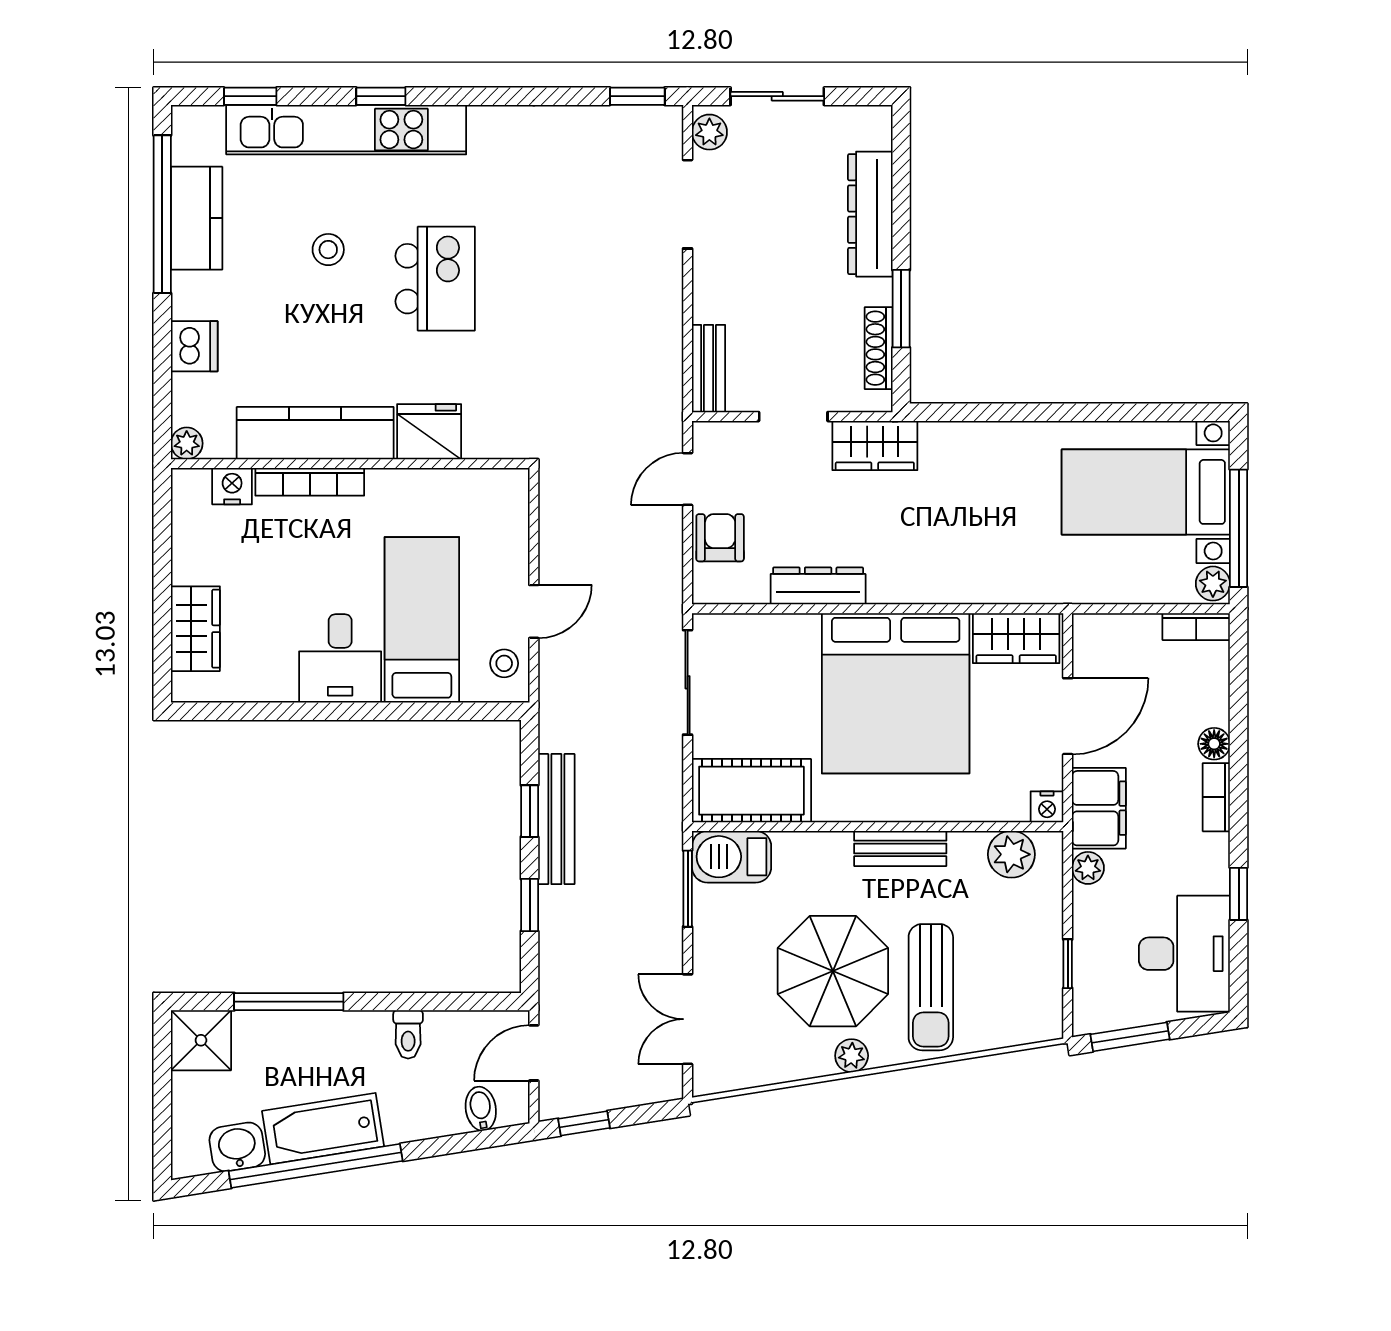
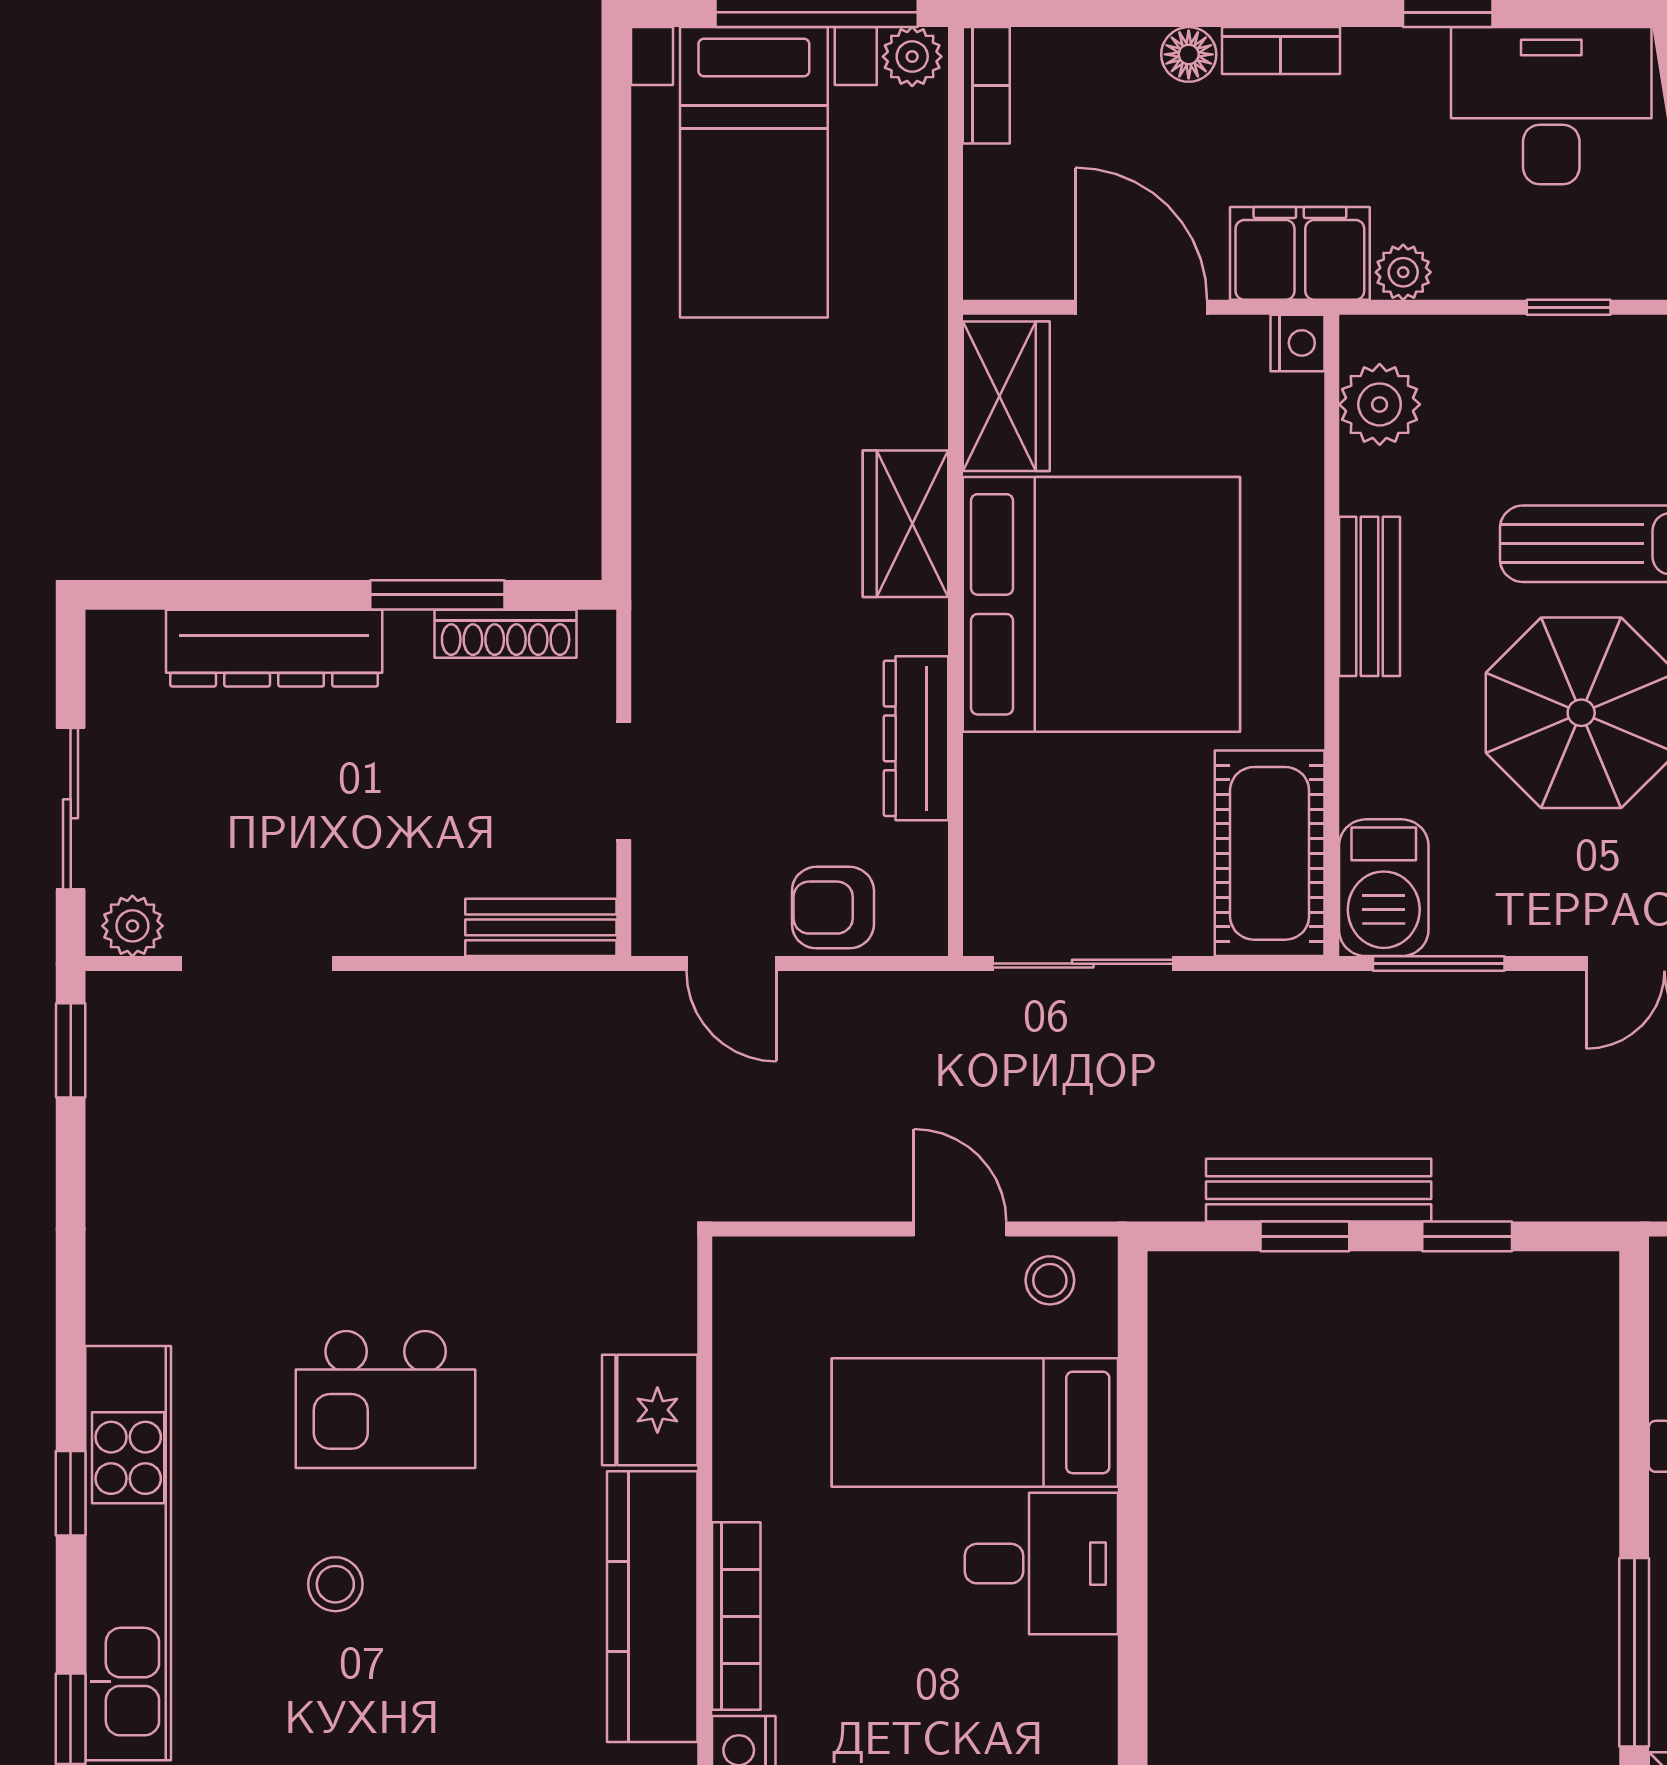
kitchen island: (435, 279) -> (386, 1399), turned 180
wardrobe: (875, 445) -> (906, 524), moved, turned 180

